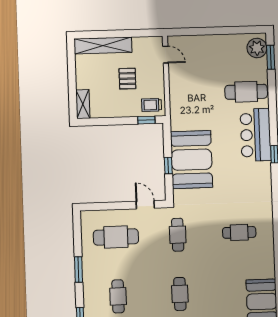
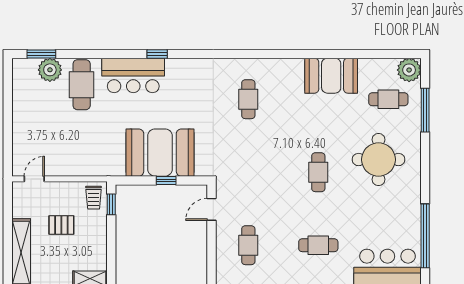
plant: (257, 48) -> (50, 70), moved
cafe table: (178, 235) -> (248, 172), removed
cafe table: (116, 237) -> (248, 245), width x0.73, depth x0.74
cafe table: (180, 294) -> (318, 172), turned 90

